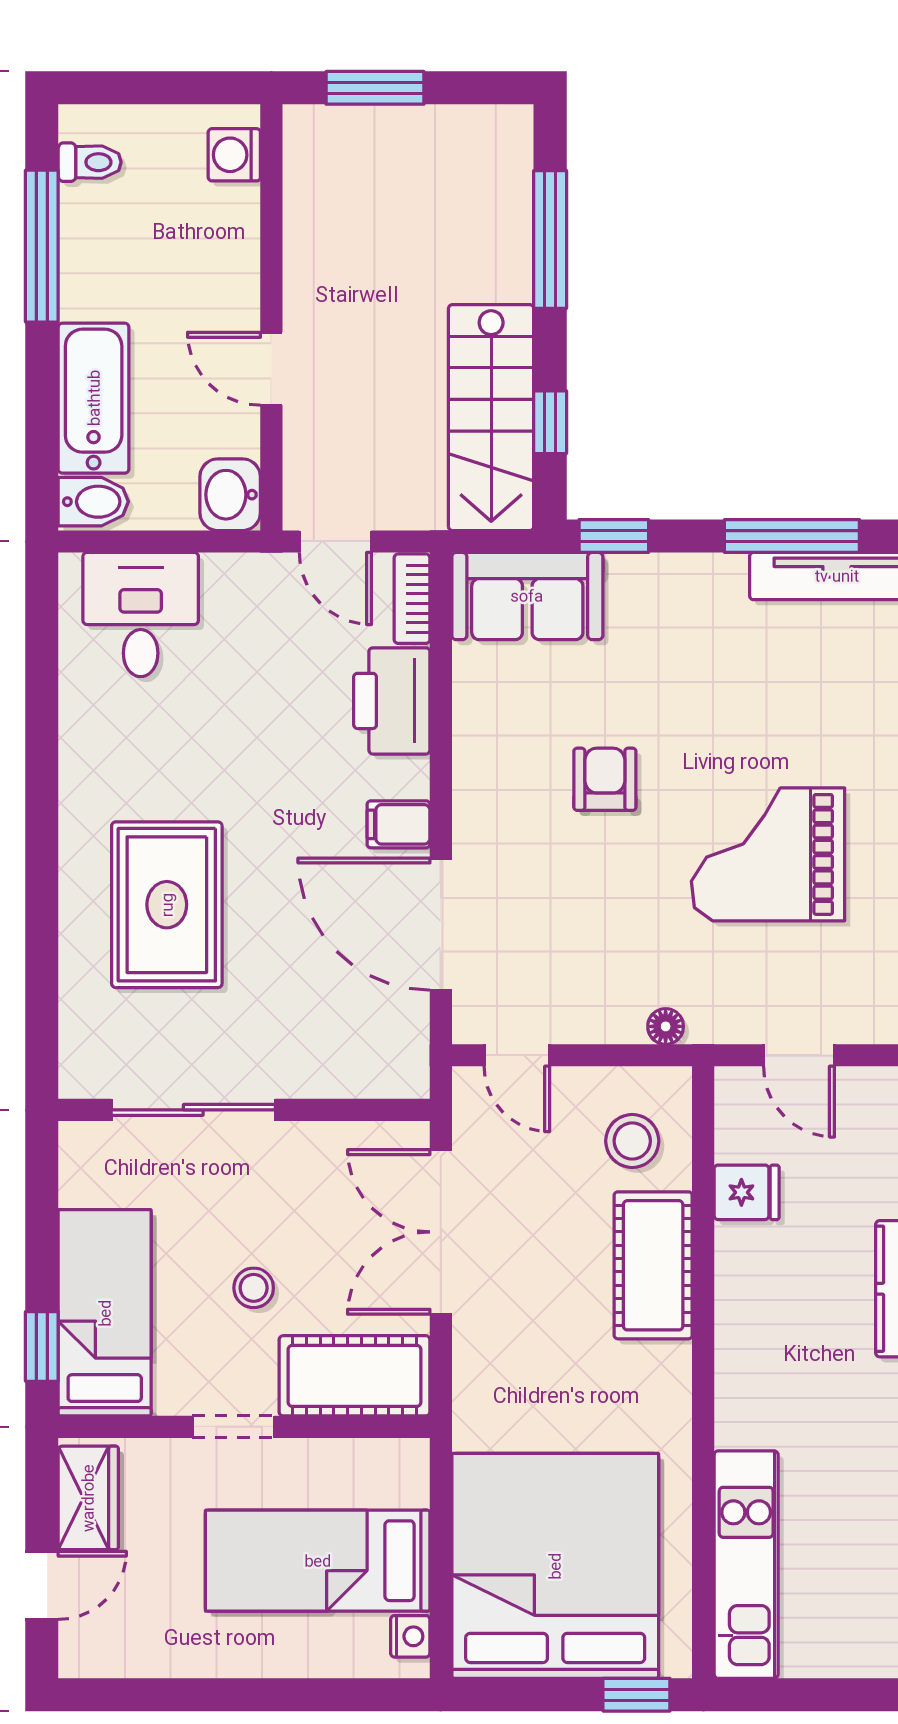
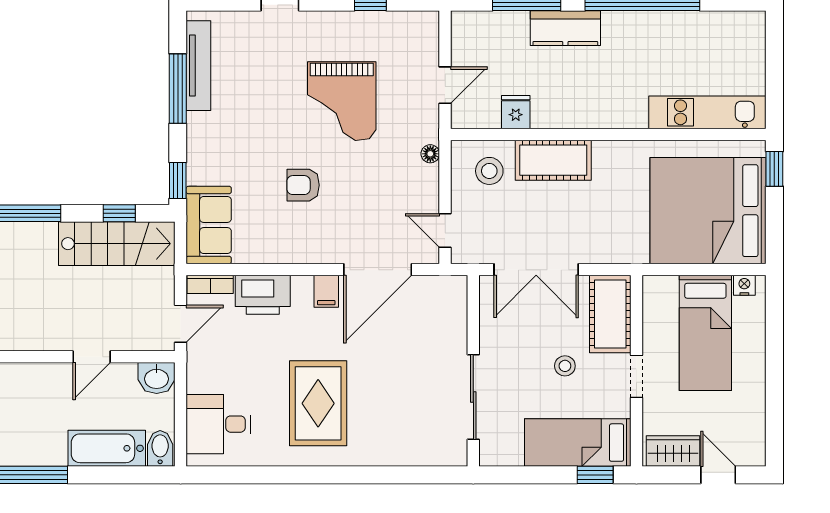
rug: (167, 905) -> (318, 403), moved, turned 90
door: (517, 1055) -> (445, 230), swing flipped

